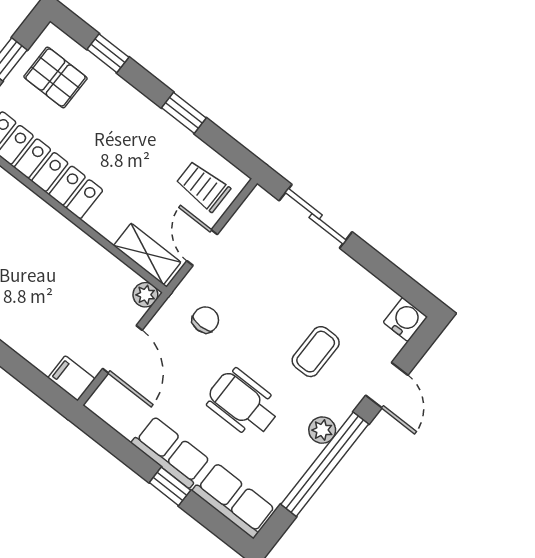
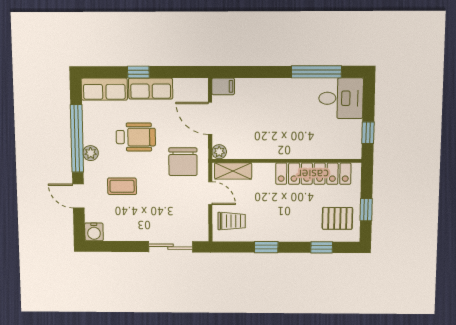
chair: (205, 320) -> (183, 162), width x1.87, depth x1.87
coffee table: (316, 352) -> (122, 186), turned 90

